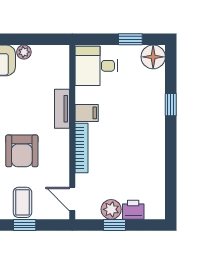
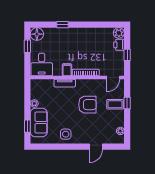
plant: (111, 209) -> (119, 33), moved

